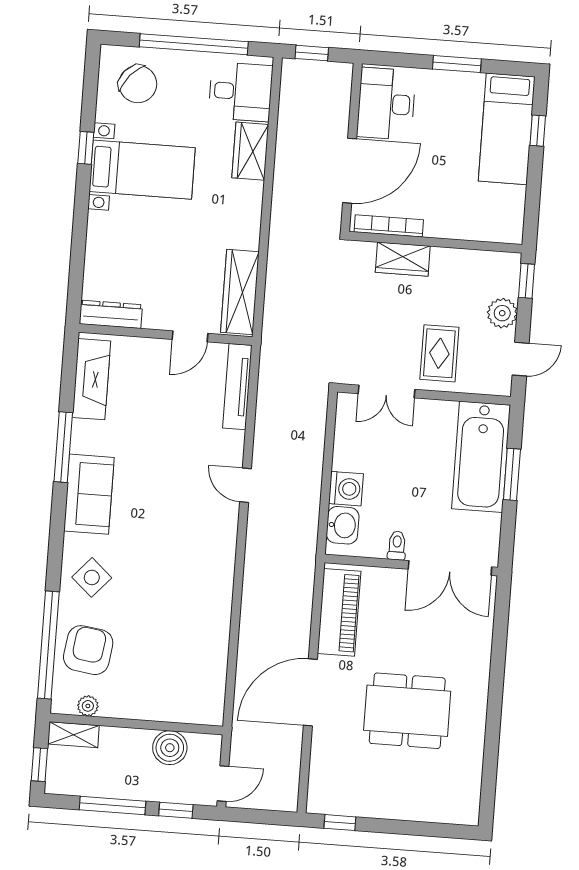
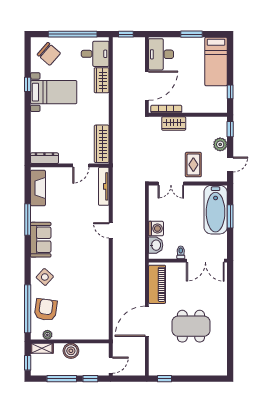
window: (538, 131) -> (230, 92), moved
boiler: (170, 748) -> (71, 351), moved

